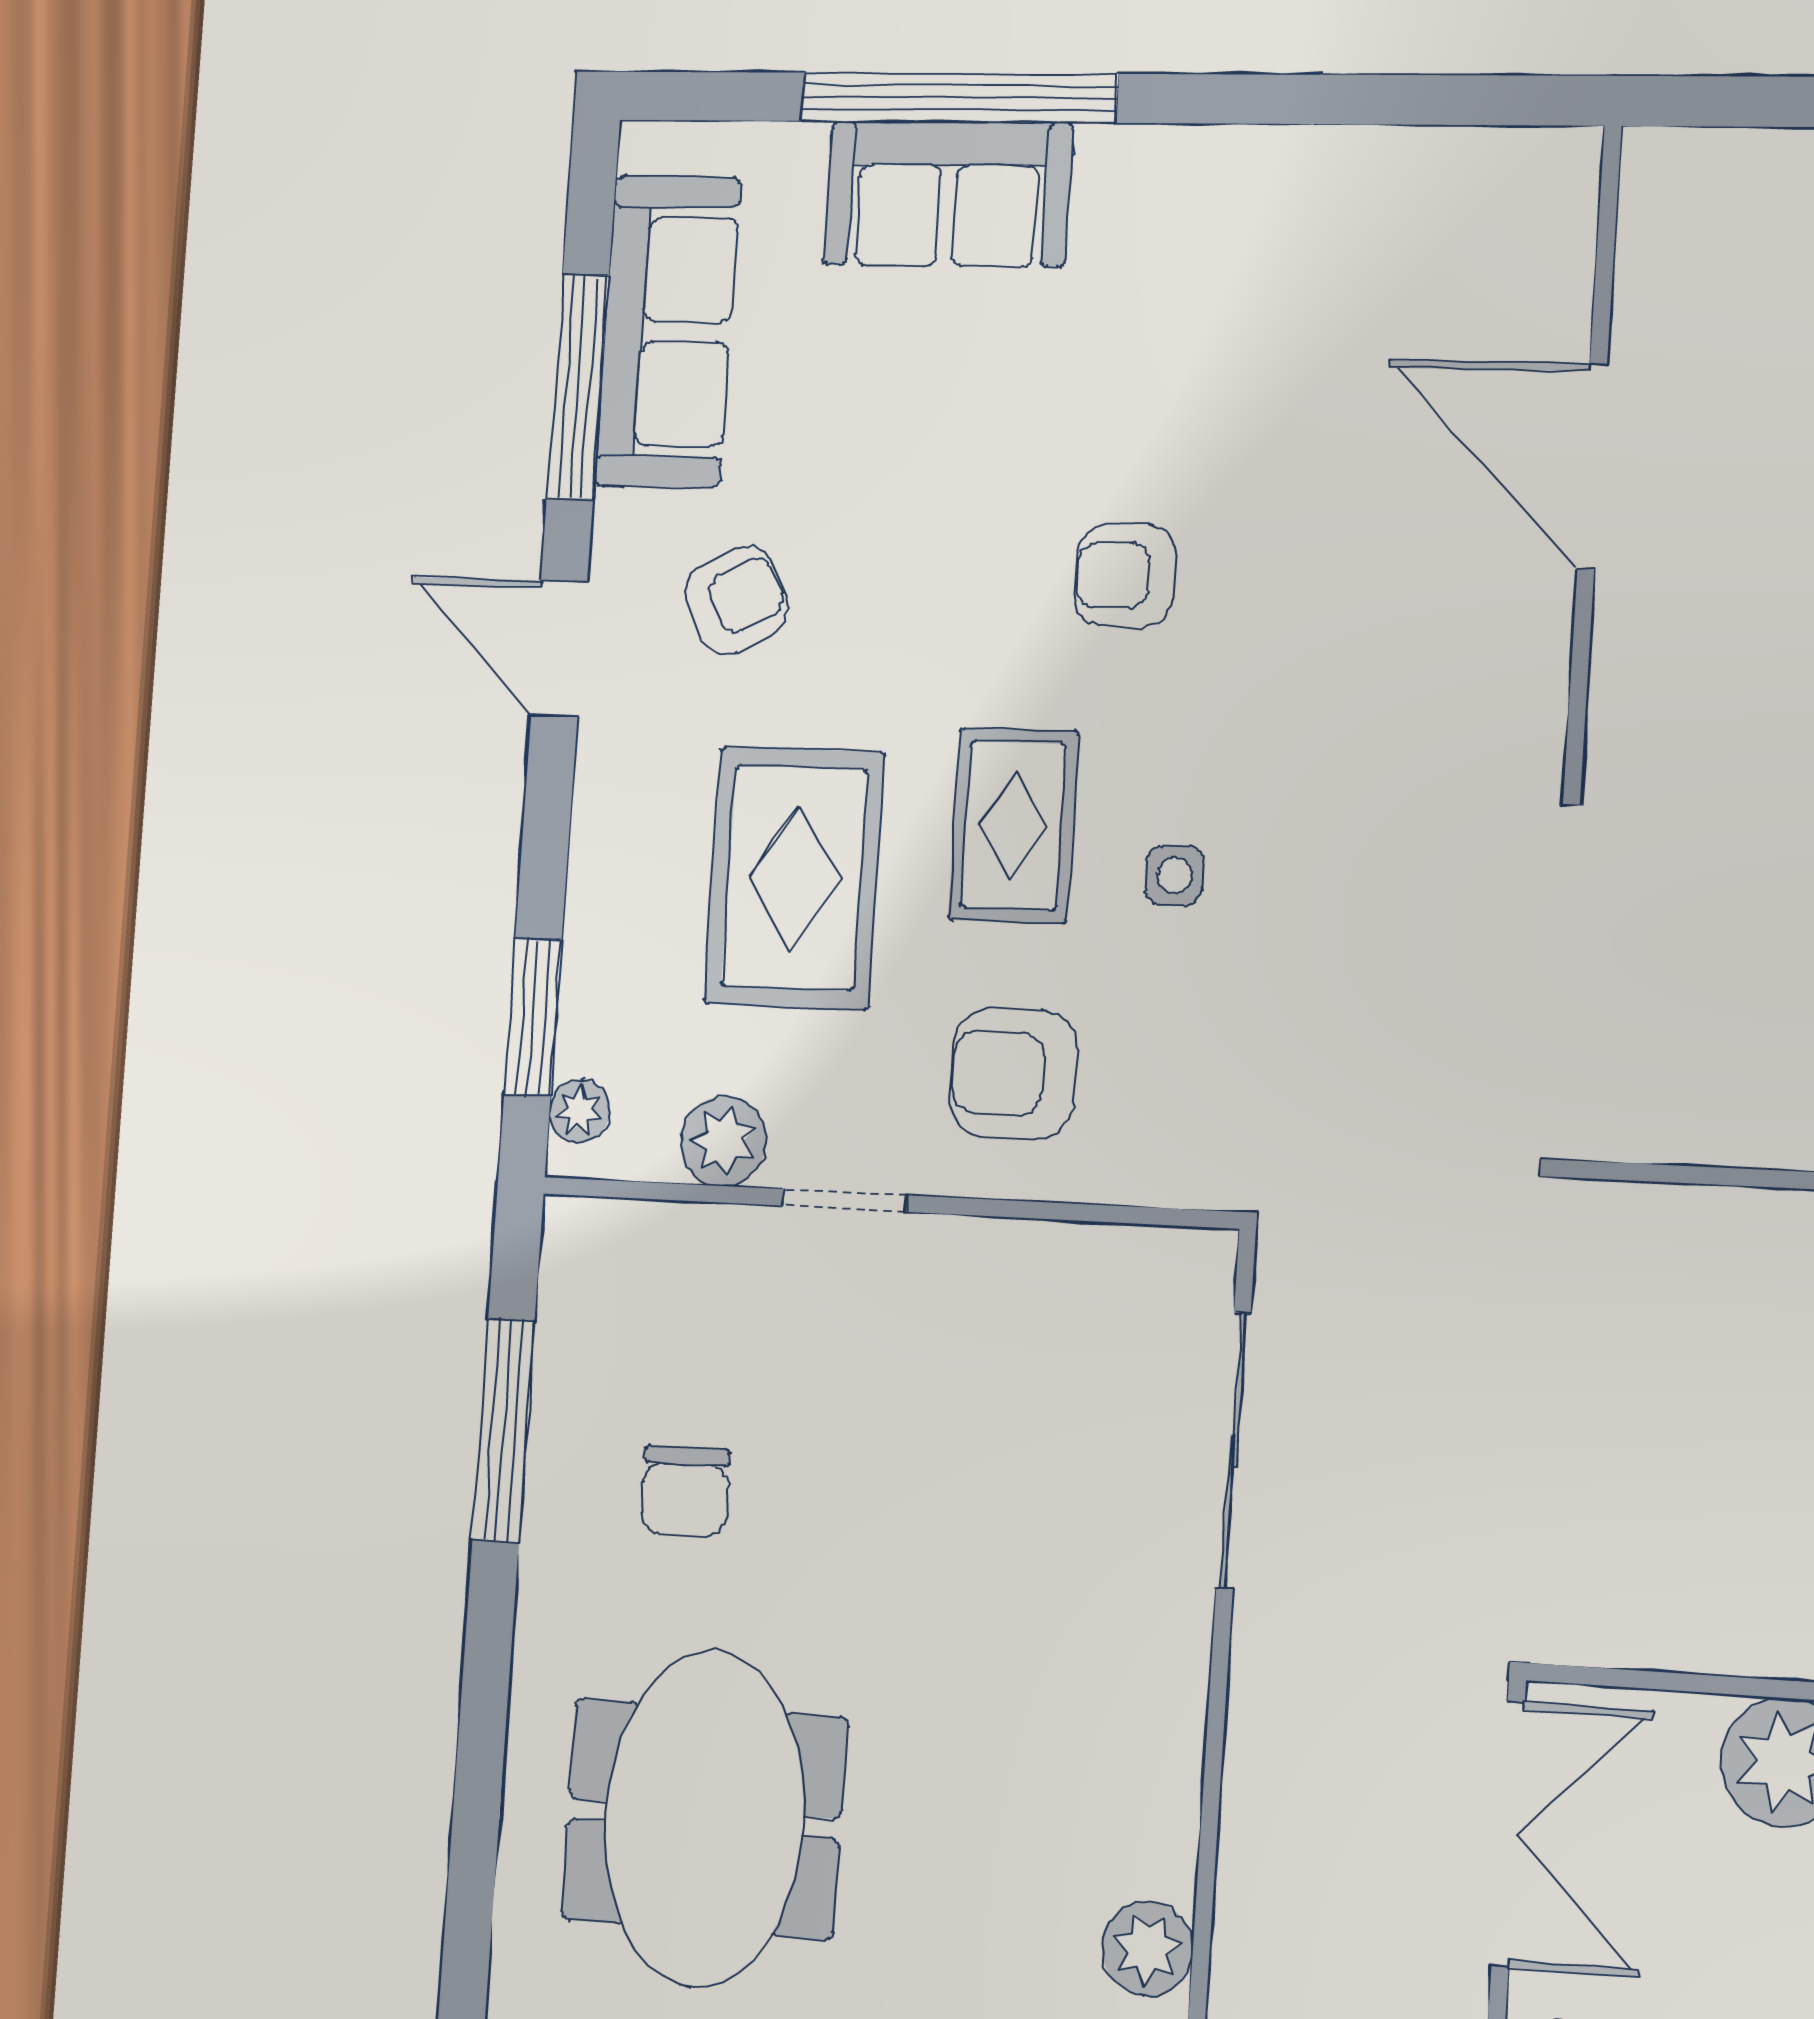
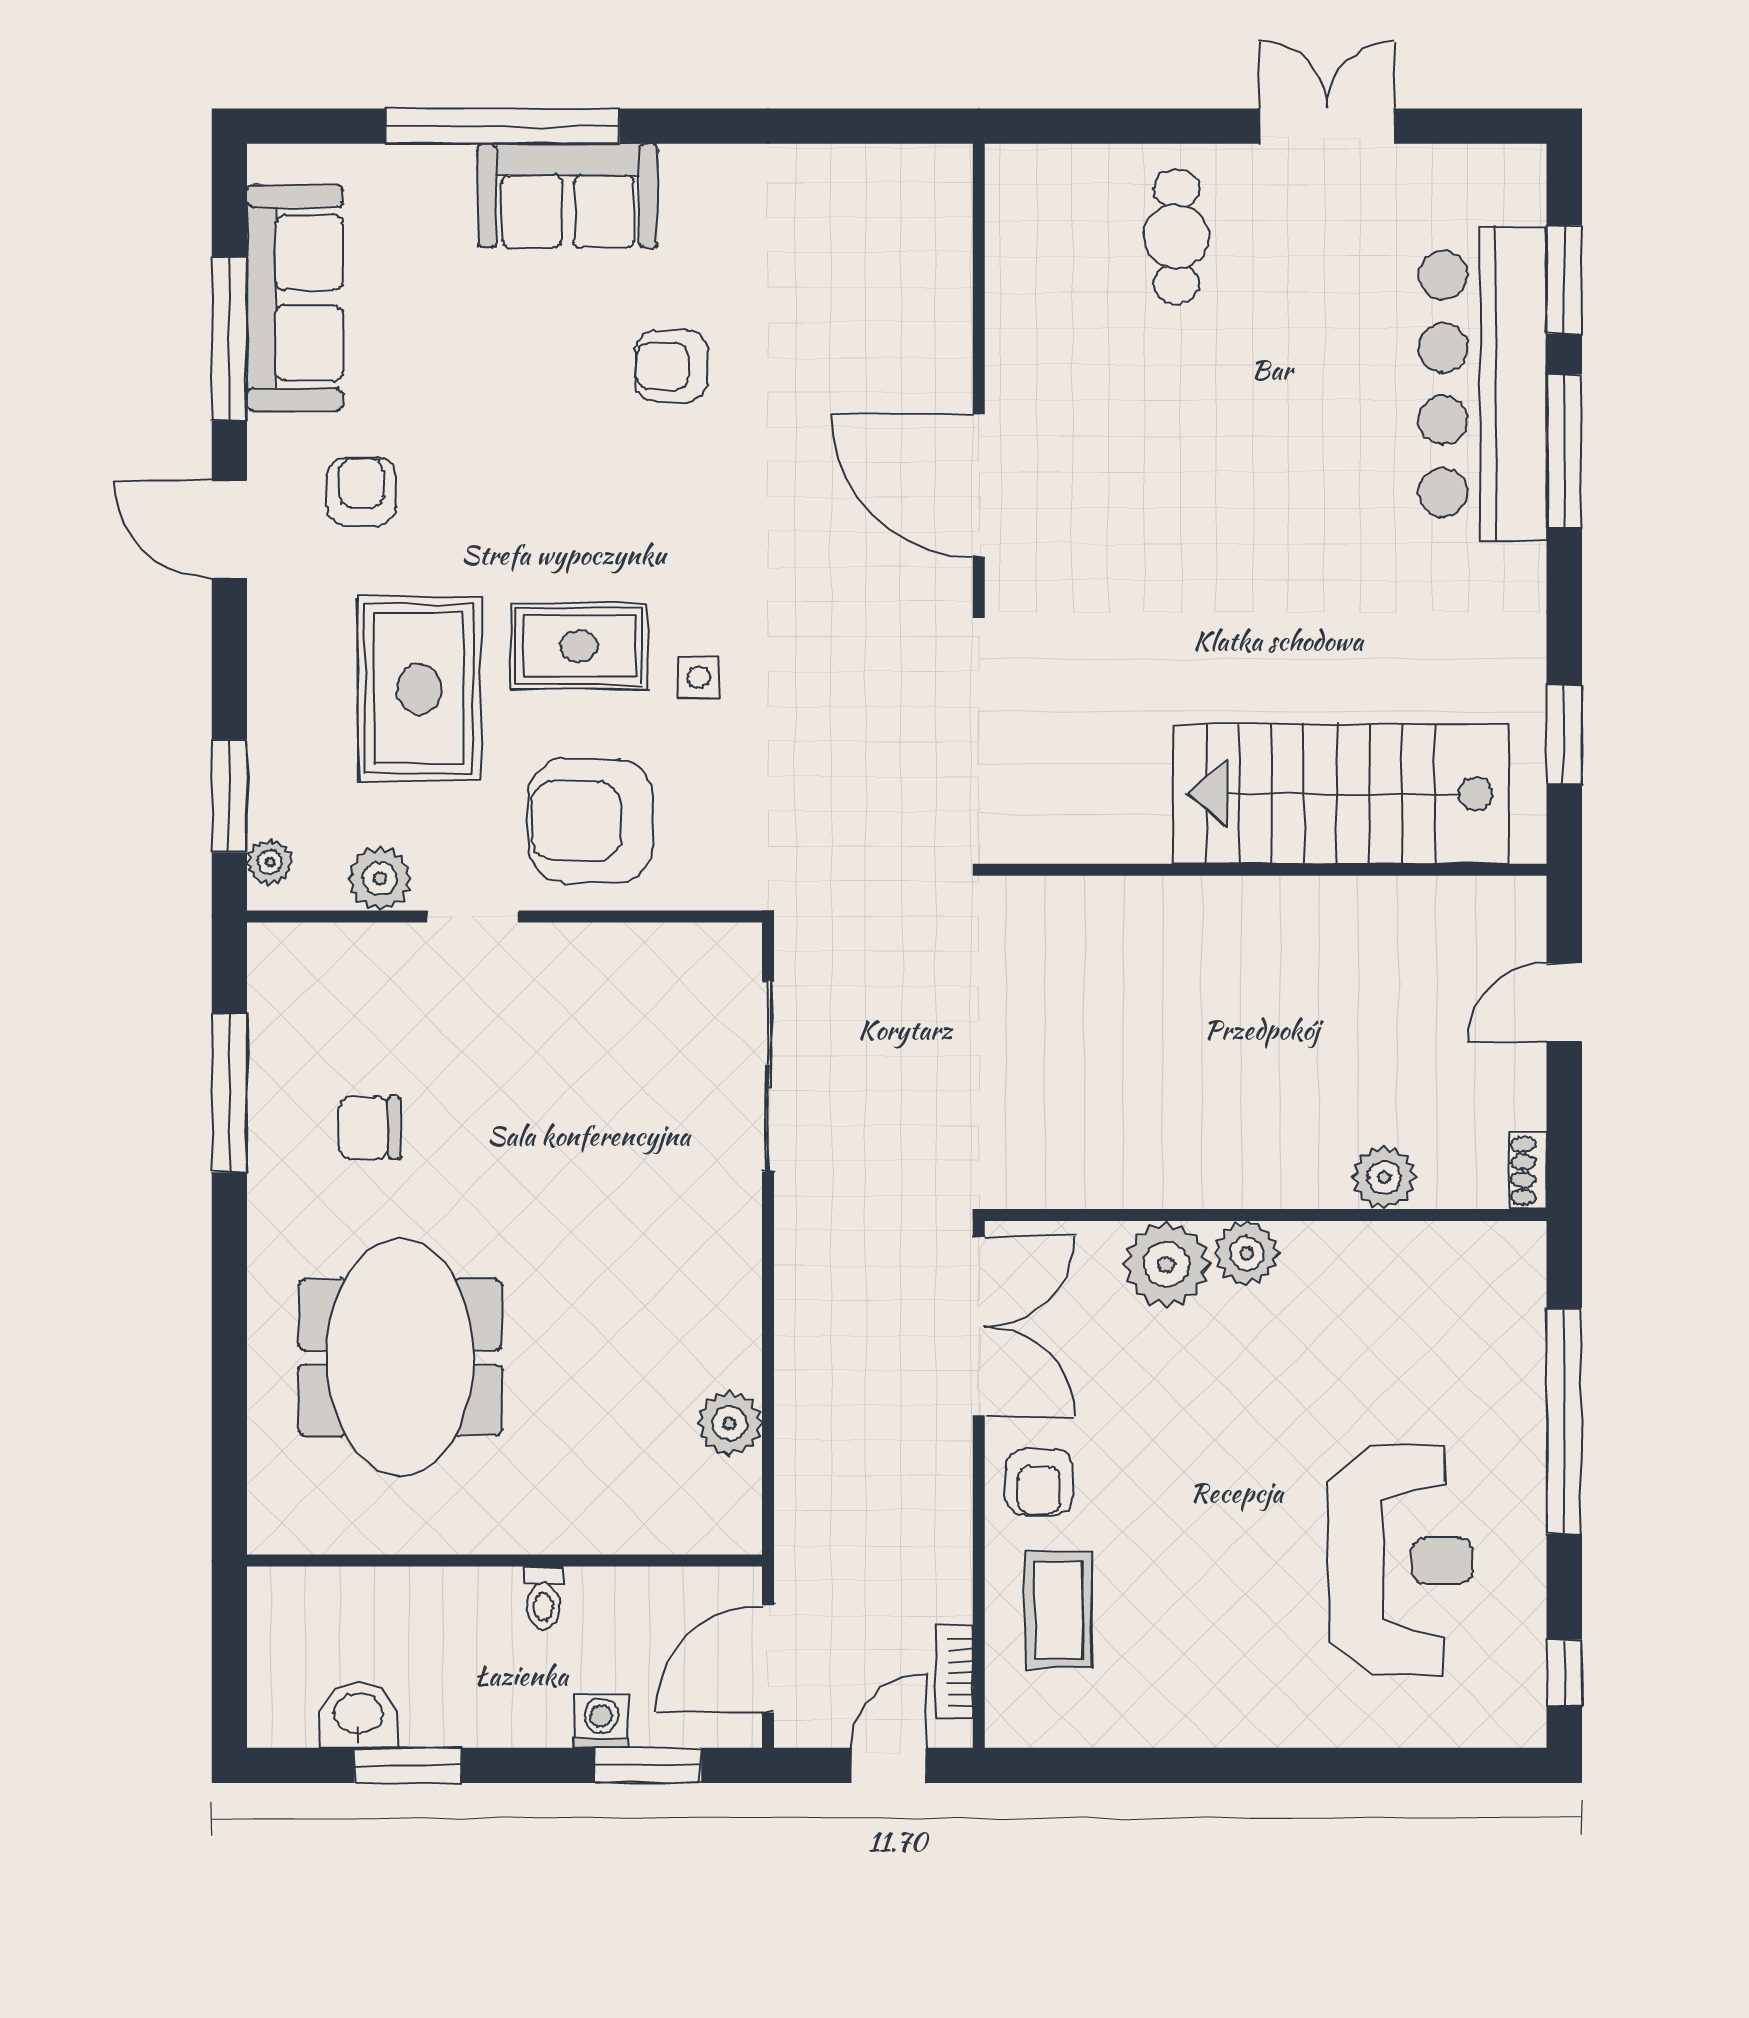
sofa: (948, 194) -> (568, 196), moved
door: (1592, 466) -> (979, 486), moved
armchair: (1125, 576) -> (671, 366), moved
armchair: (736, 600) -> (361, 491), turned -63
rug: (1013, 826) -> (579, 646), turned 90
armchair: (1013, 1073) -> (591, 821), width x1.36, depth x1.36
chair: (685, 1491) -> (369, 1128), turned 90

